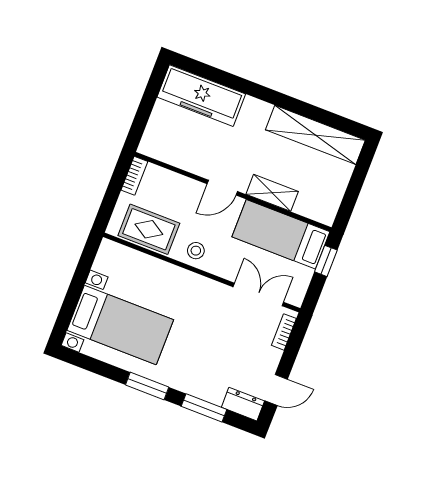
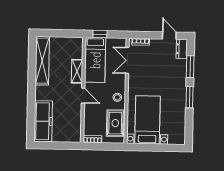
bed with nightstands: (120, 325) -> (148, 120), moved

